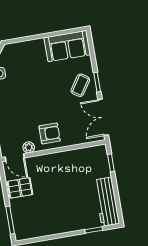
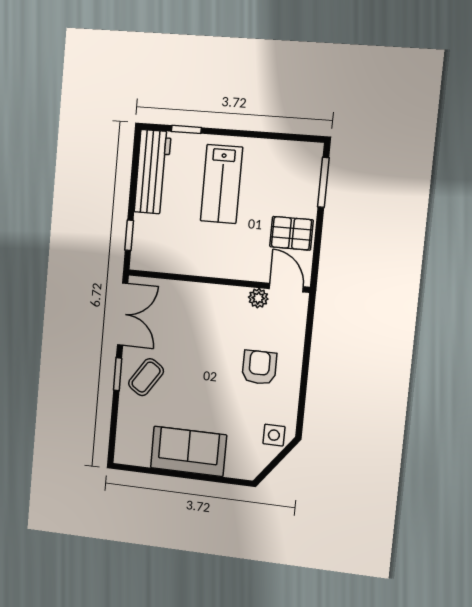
sofa: (67, 46) -> (188, 451), moved
armchair: (50, 133) -> (259, 367), moved, turned 90
lab bench: (66, 205) -> (221, 184), added

